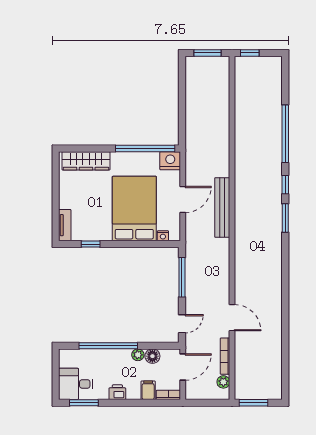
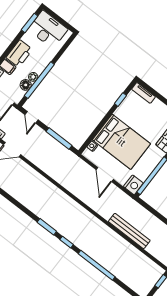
bench: (222, 208) -> (129, 231), moved
window: (108, 346) -> (39, 80), moved
desk: (76, 384) -> (48, 29), width x1.37
printer: (117, 392) -> (19, 54), width x1.87, depth x1.48

